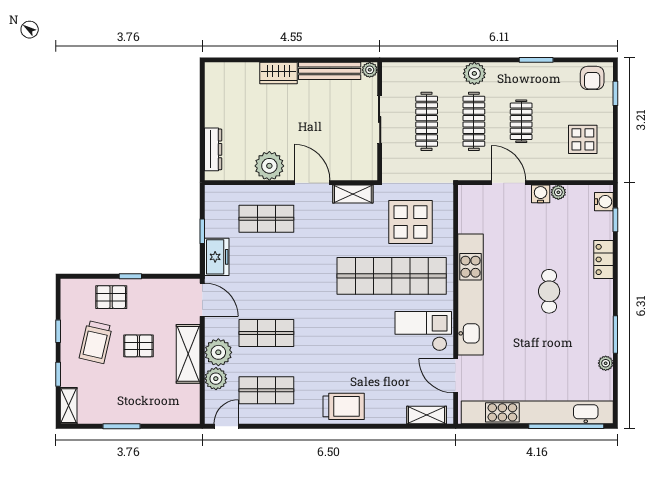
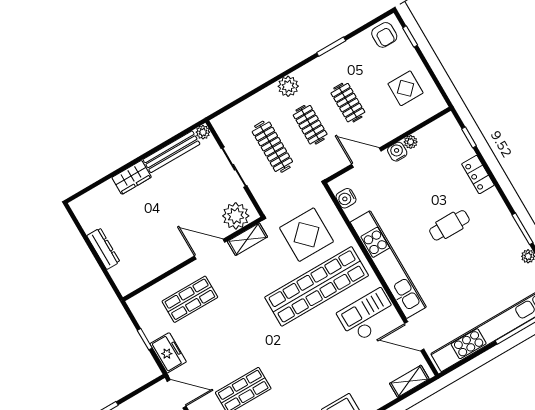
clothes rail: (474, 121) -> (310, 125), width x0.73
dresser: (213, 149) -> (103, 249), moved
plant: (269, 166) -> (236, 216), moved
water cooler: (604, 202) -> (346, 198), moved, turned 180
cafe table: (549, 291) -> (449, 225), turned 90

